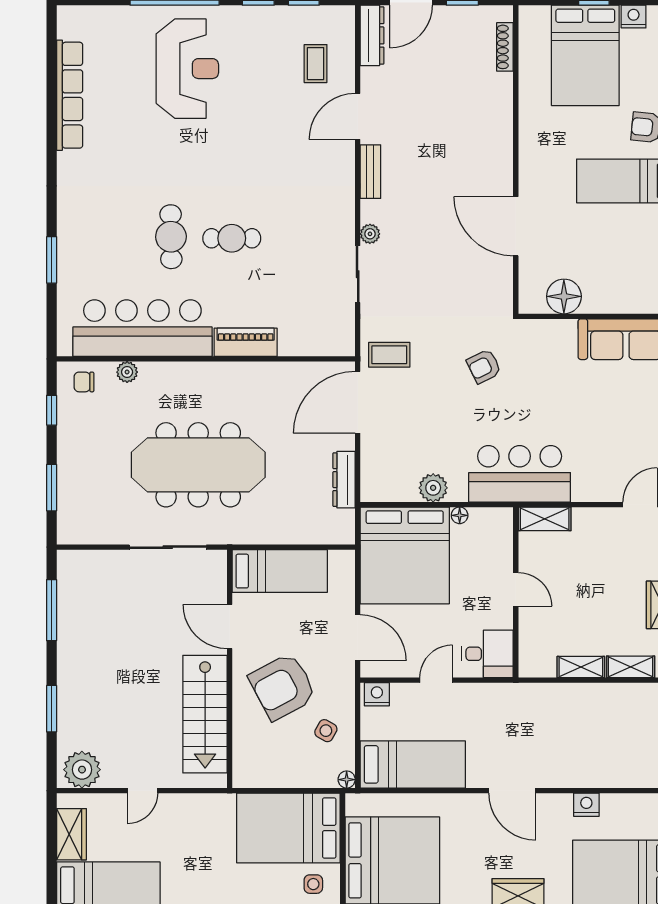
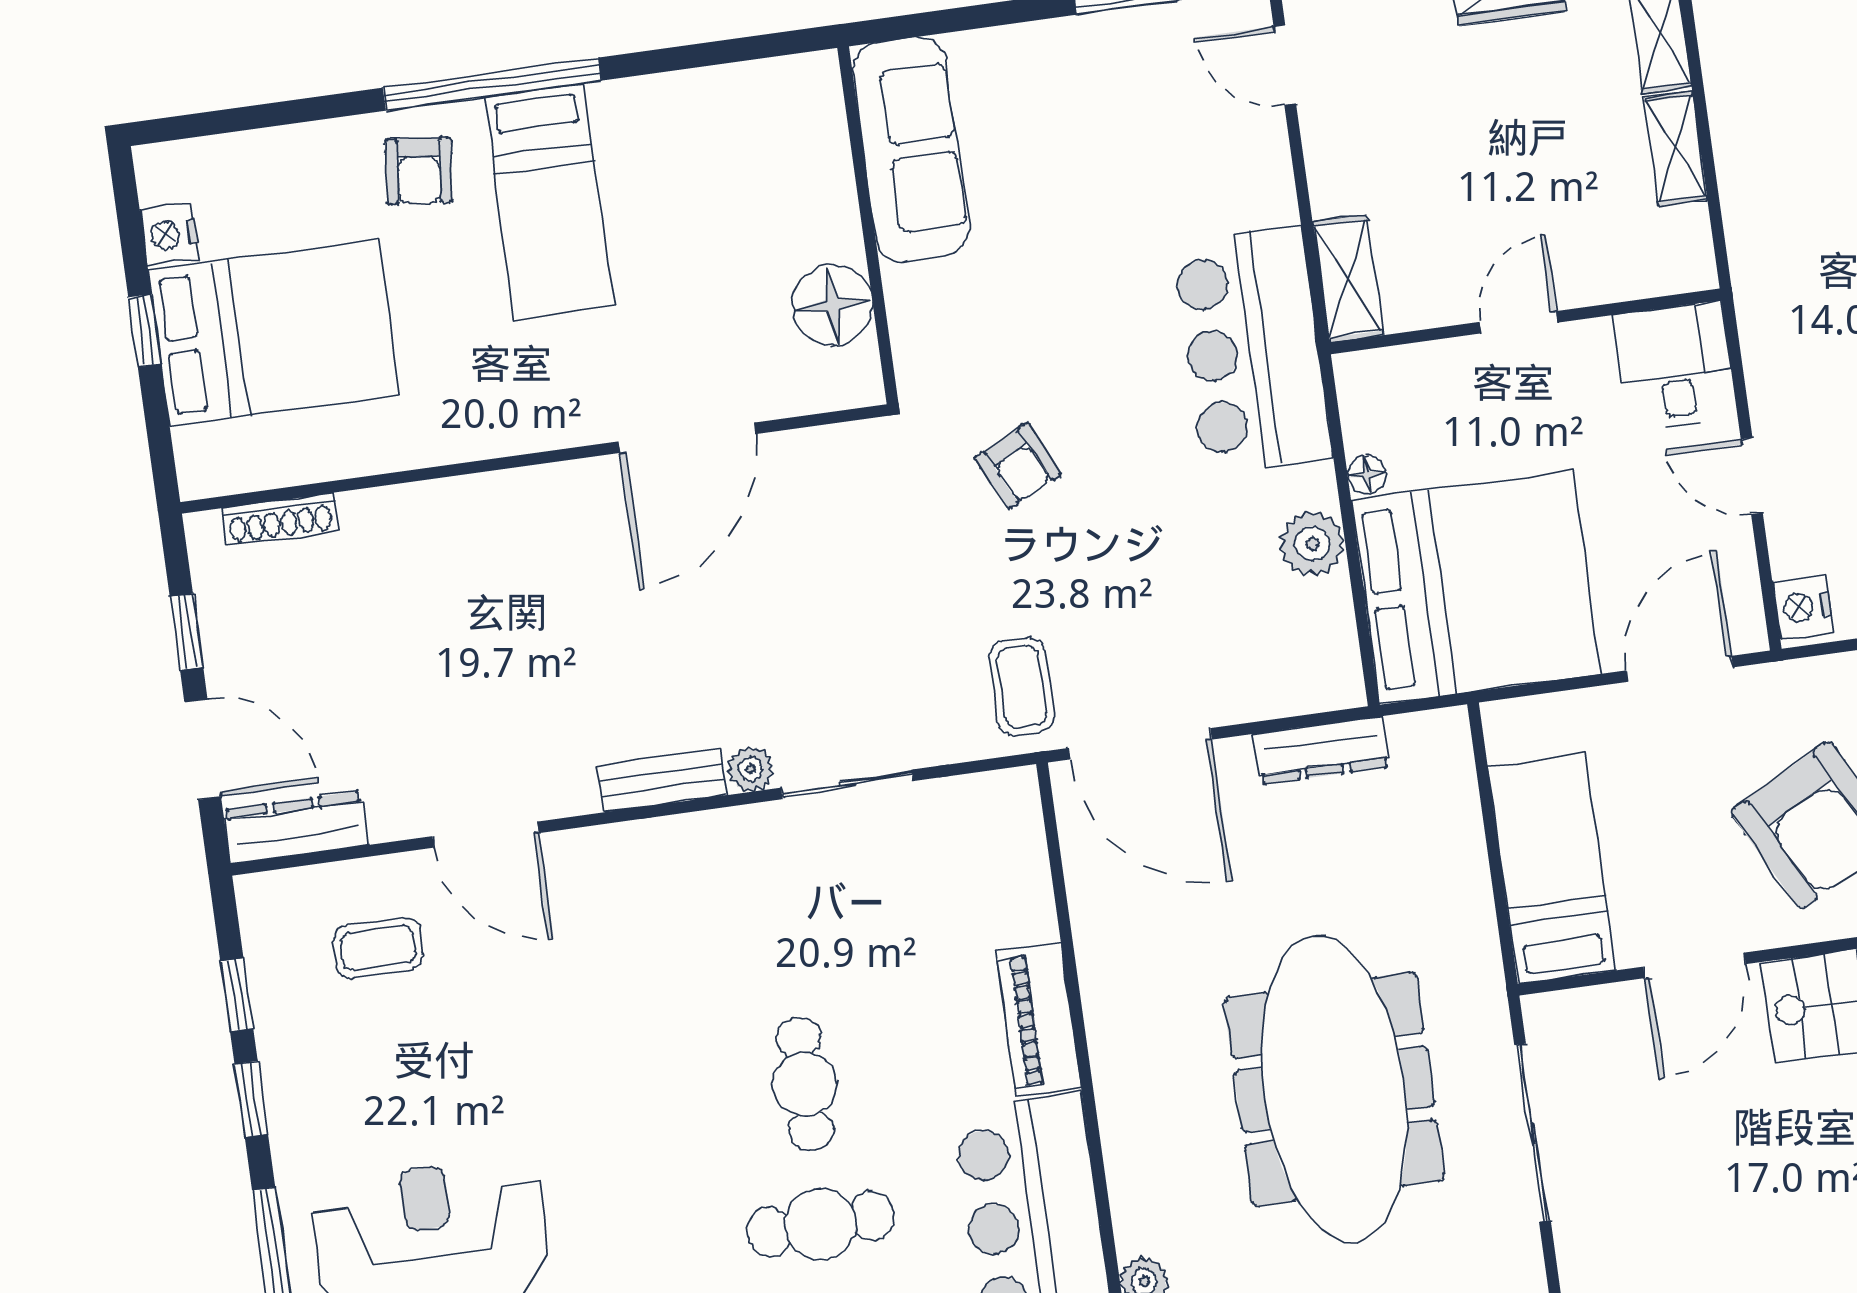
bench: (370, 172) -> (662, 780), moved

